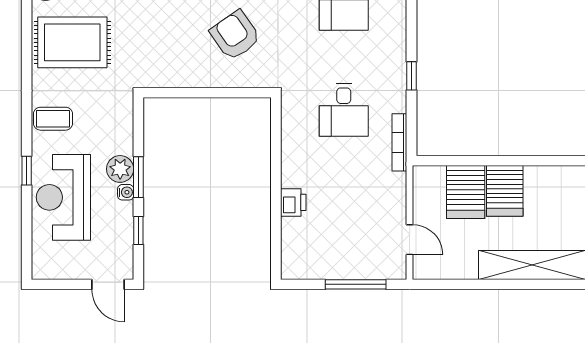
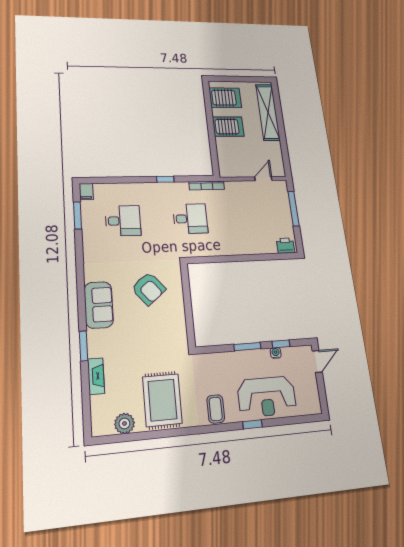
armchair: (235, 35) -> (149, 289), turned -95
plant: (120, 169) -> (244, 359), removed
water cooler: (126, 192) -> (276, 353), moved
server rack: (466, 192) -> (225, 98), moved
printer: (293, 202) -> (285, 246), moved

